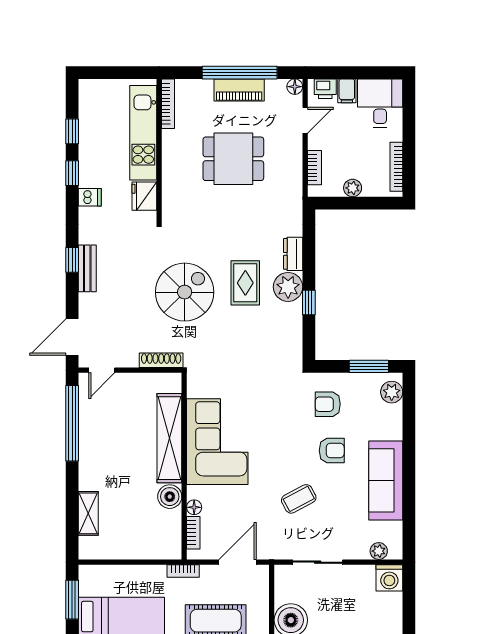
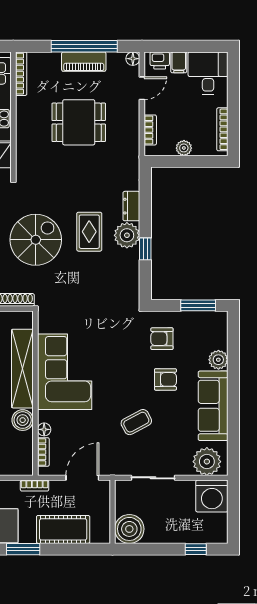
plant: (392, 392) -> (218, 360), moved
plant: (379, 551) -> (207, 462), width x1.87, depth x1.87
washing machine: (389, 578) -> (212, 496), width x1.37, depth x1.37

